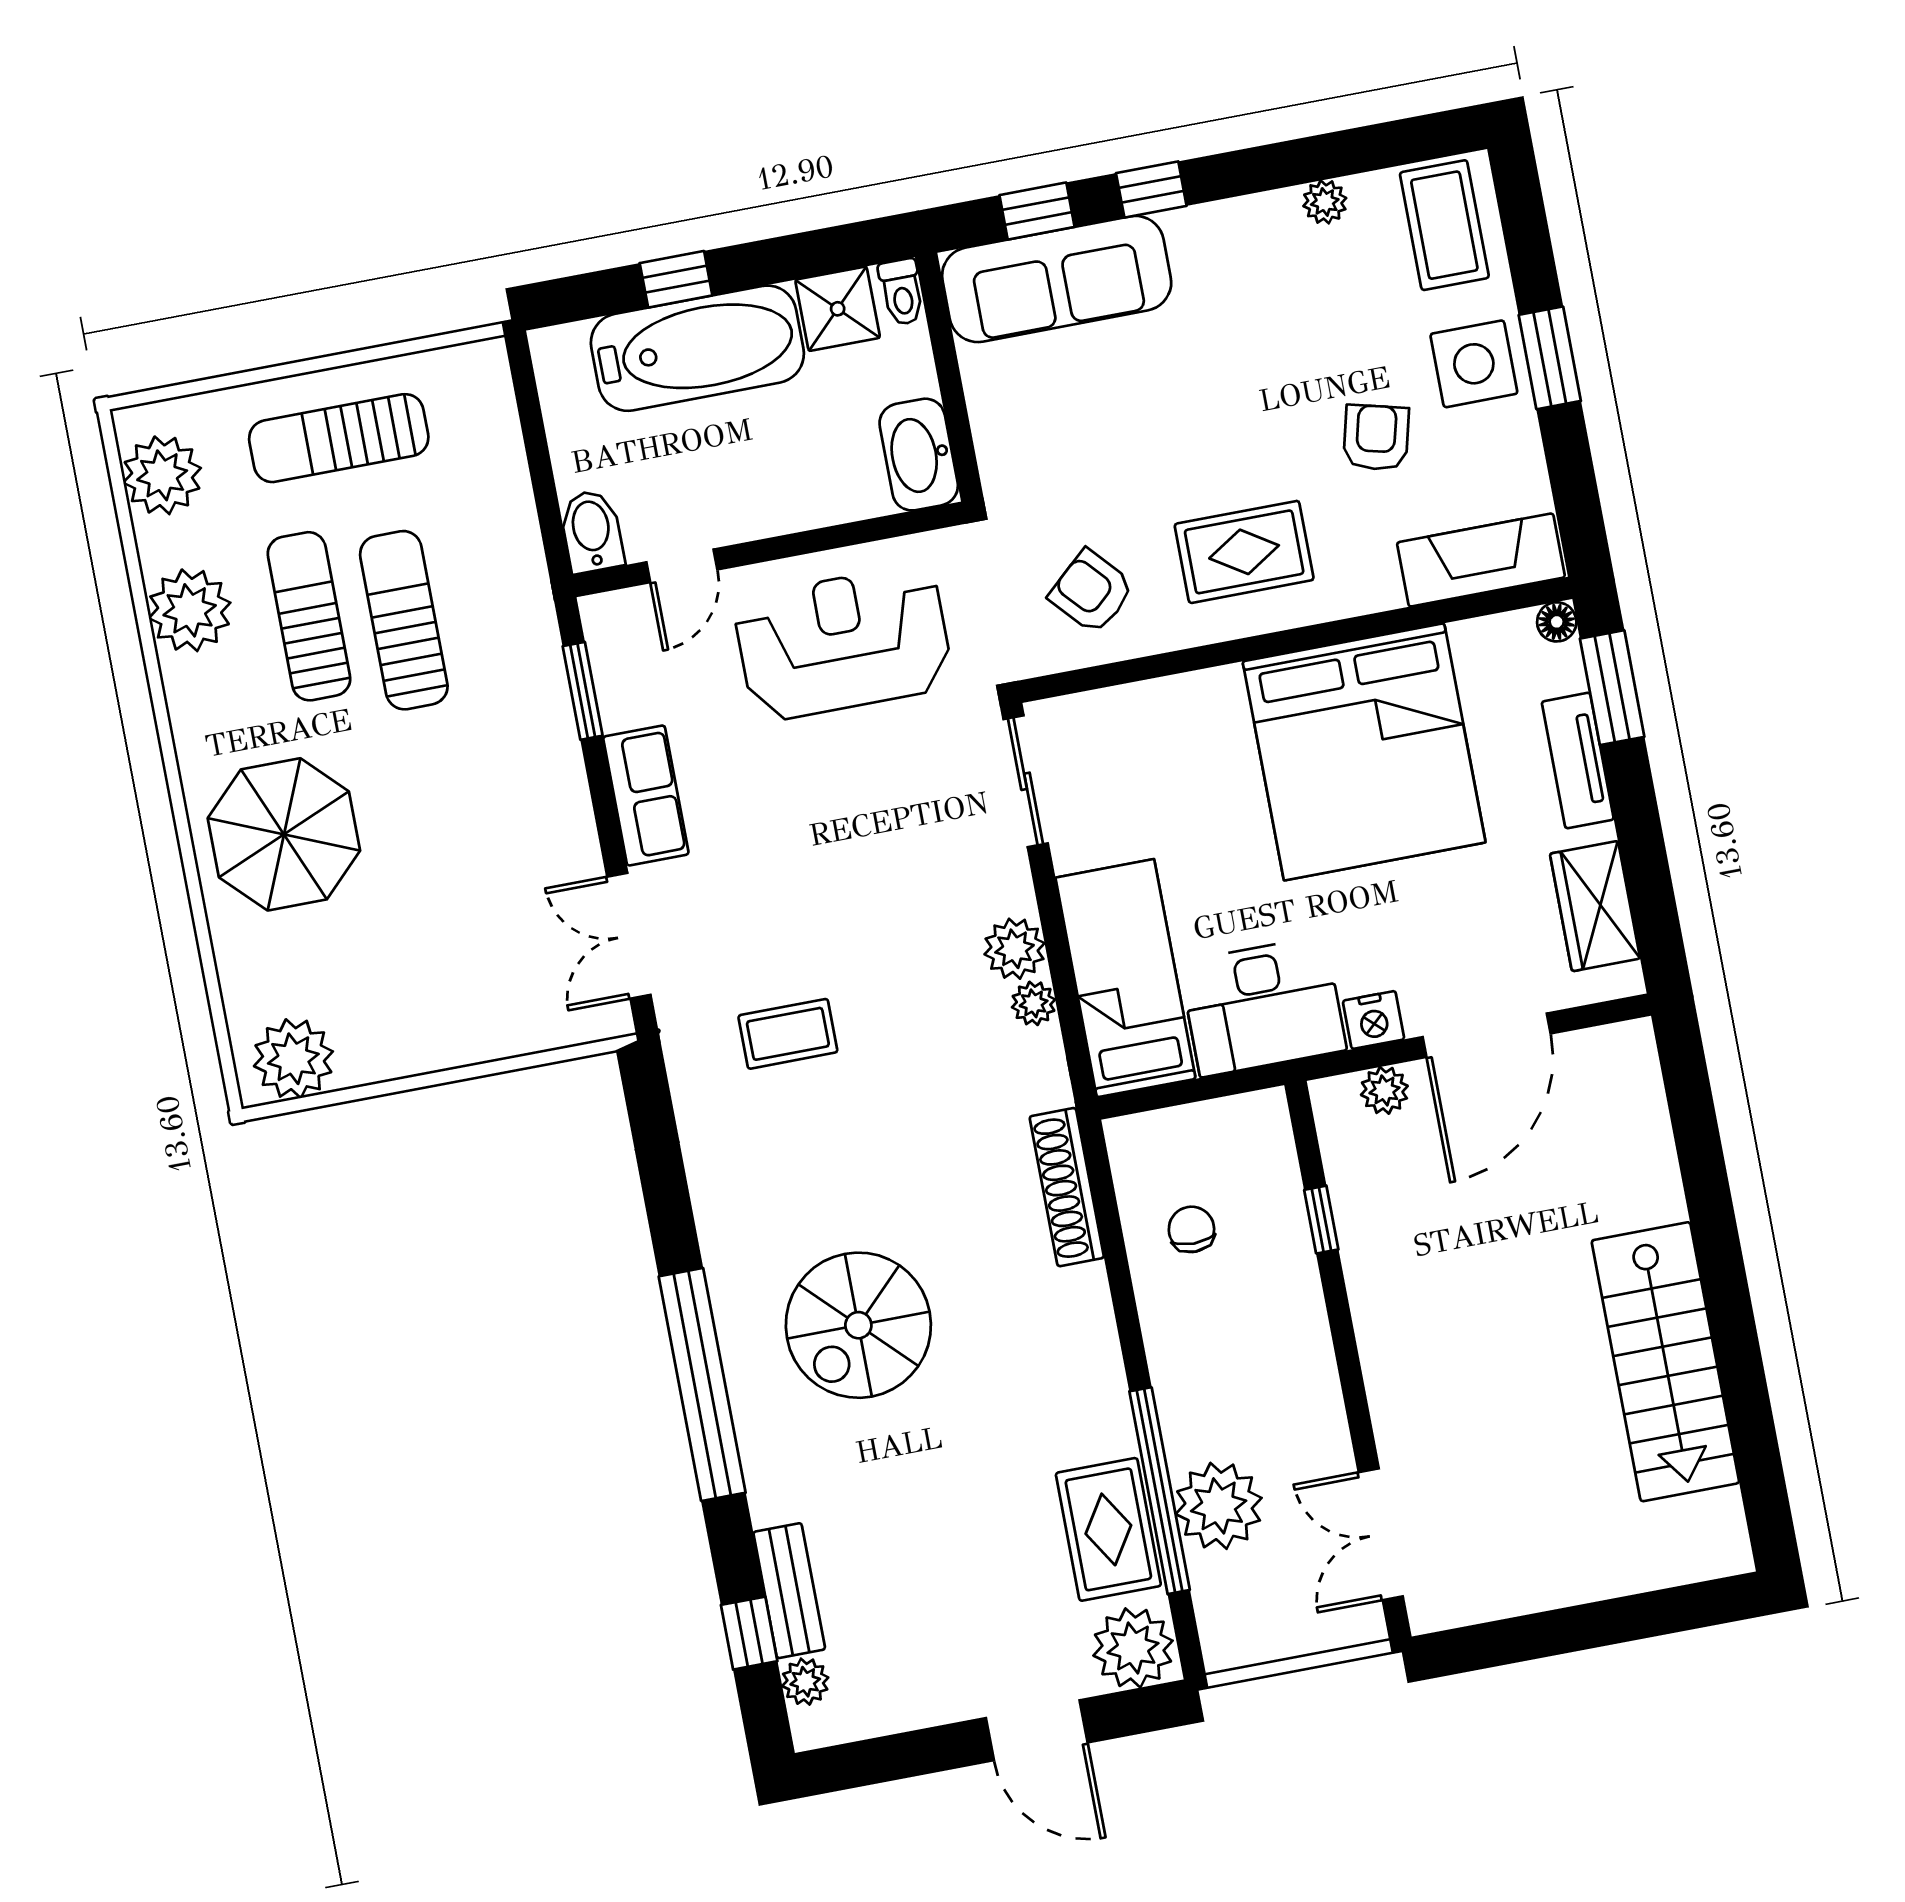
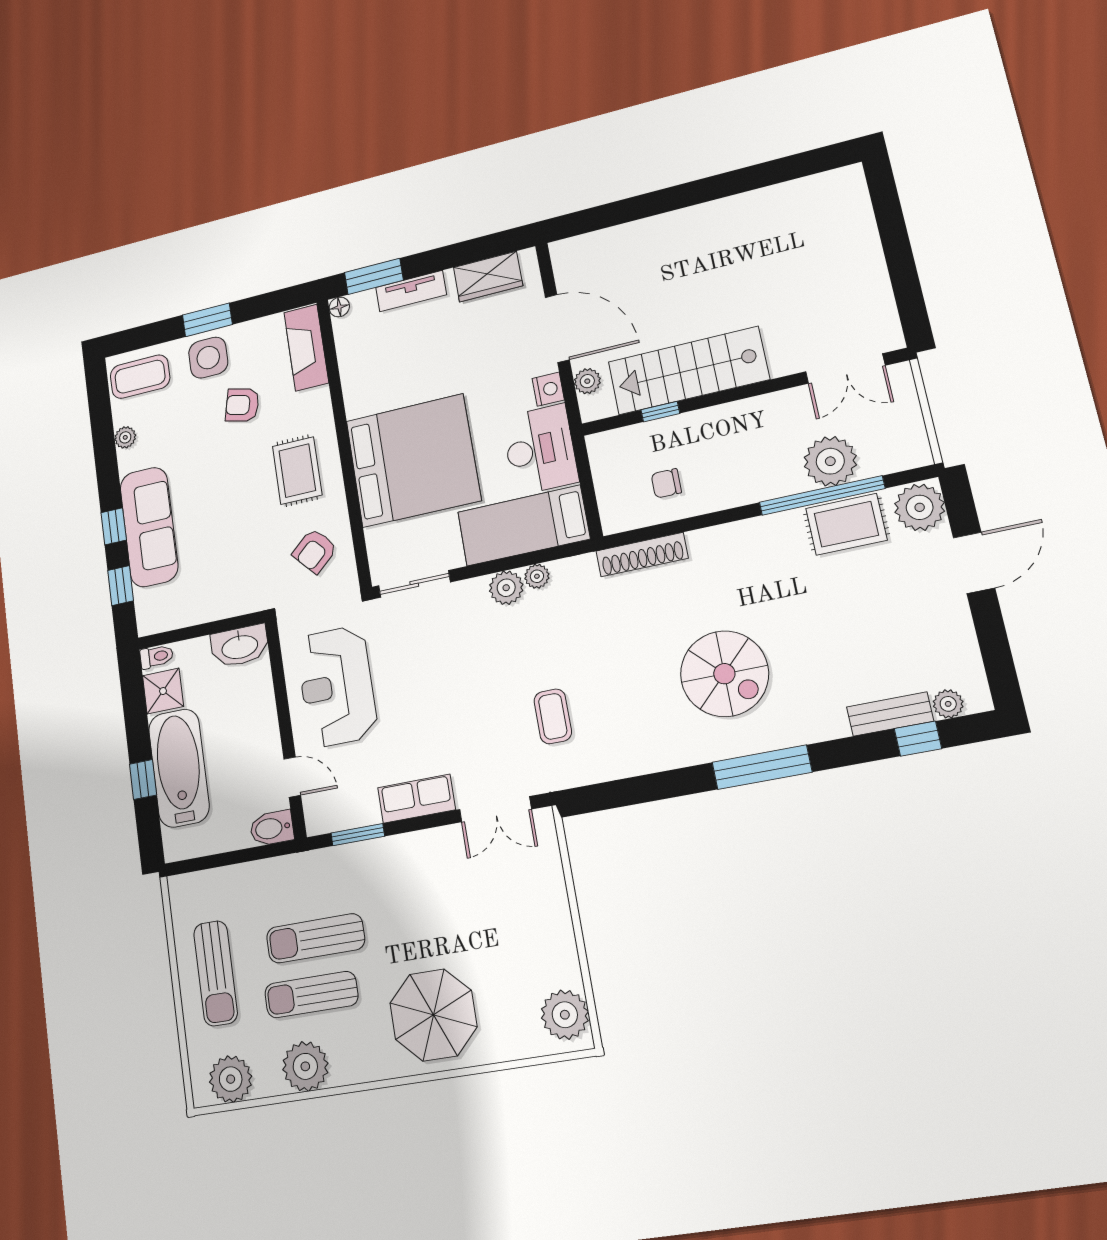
sofa: (1057, 279) -> (149, 527), moved
bed: (1364, 752) -> (413, 460), moved
stairs: (1665, 1362) -> (688, 371), moved, turned 180
window: (702, 1385) -> (762, 767), width x0.68

